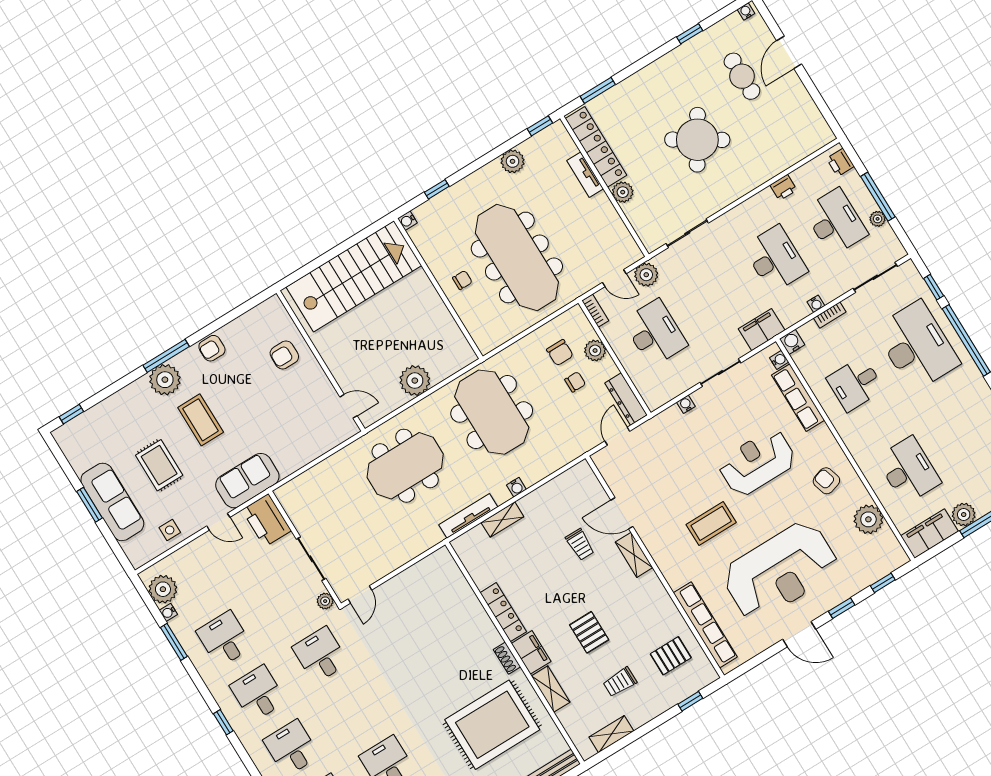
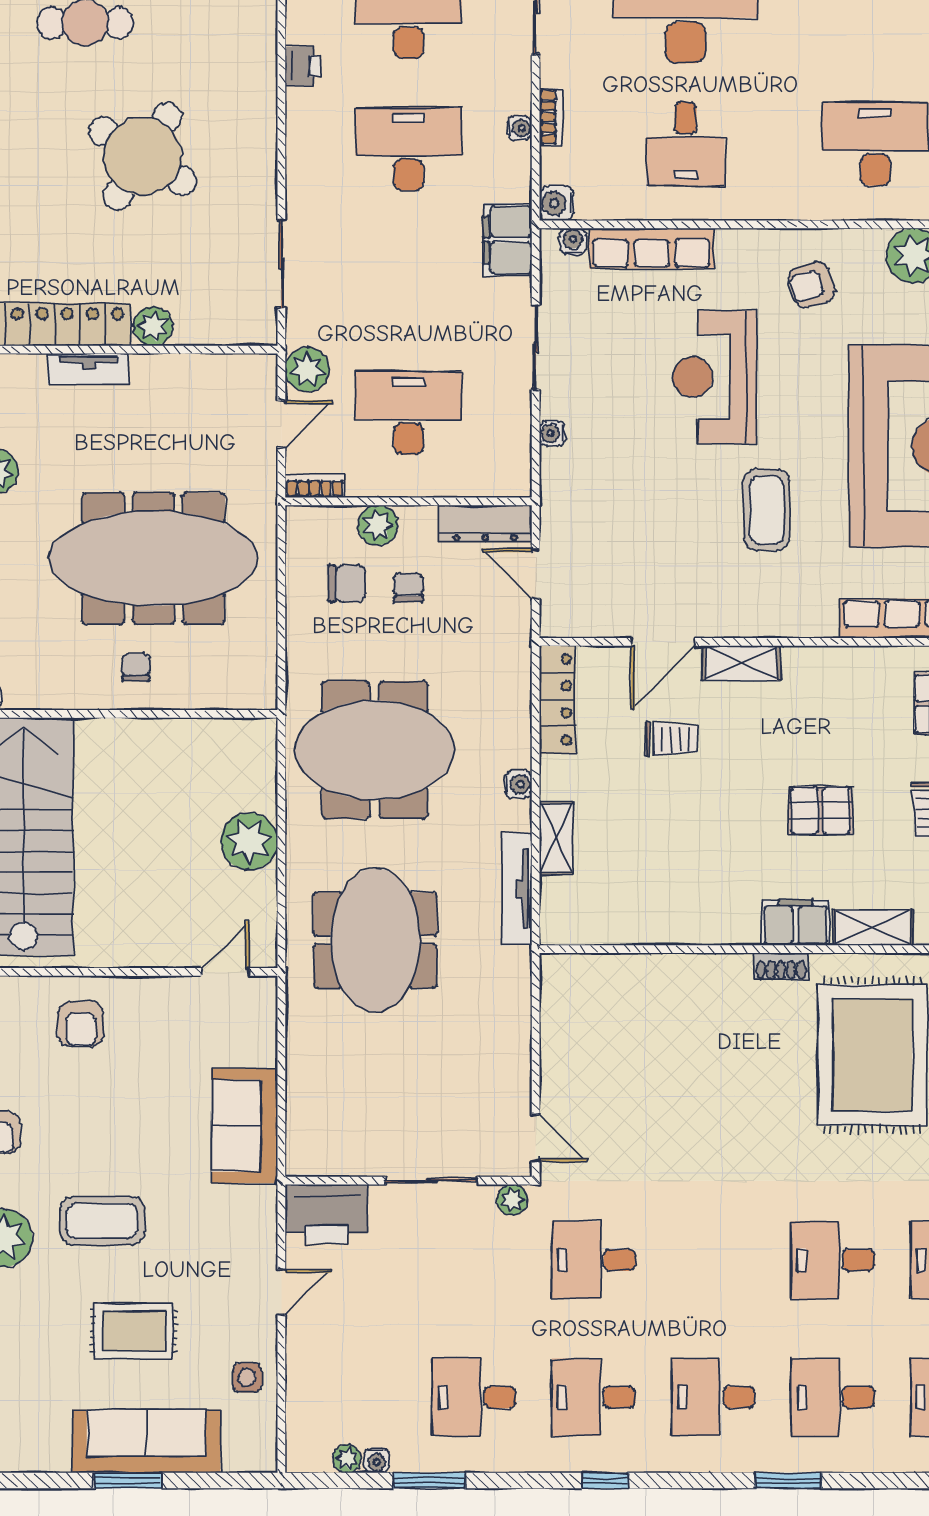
sofa: (247, 481) -> (244, 1126), moved
plant: (163, 589) -> (347, 1459), width x0.53, depth x0.53
locker: (503, 612) -> (557, 700), moved, turned 90

